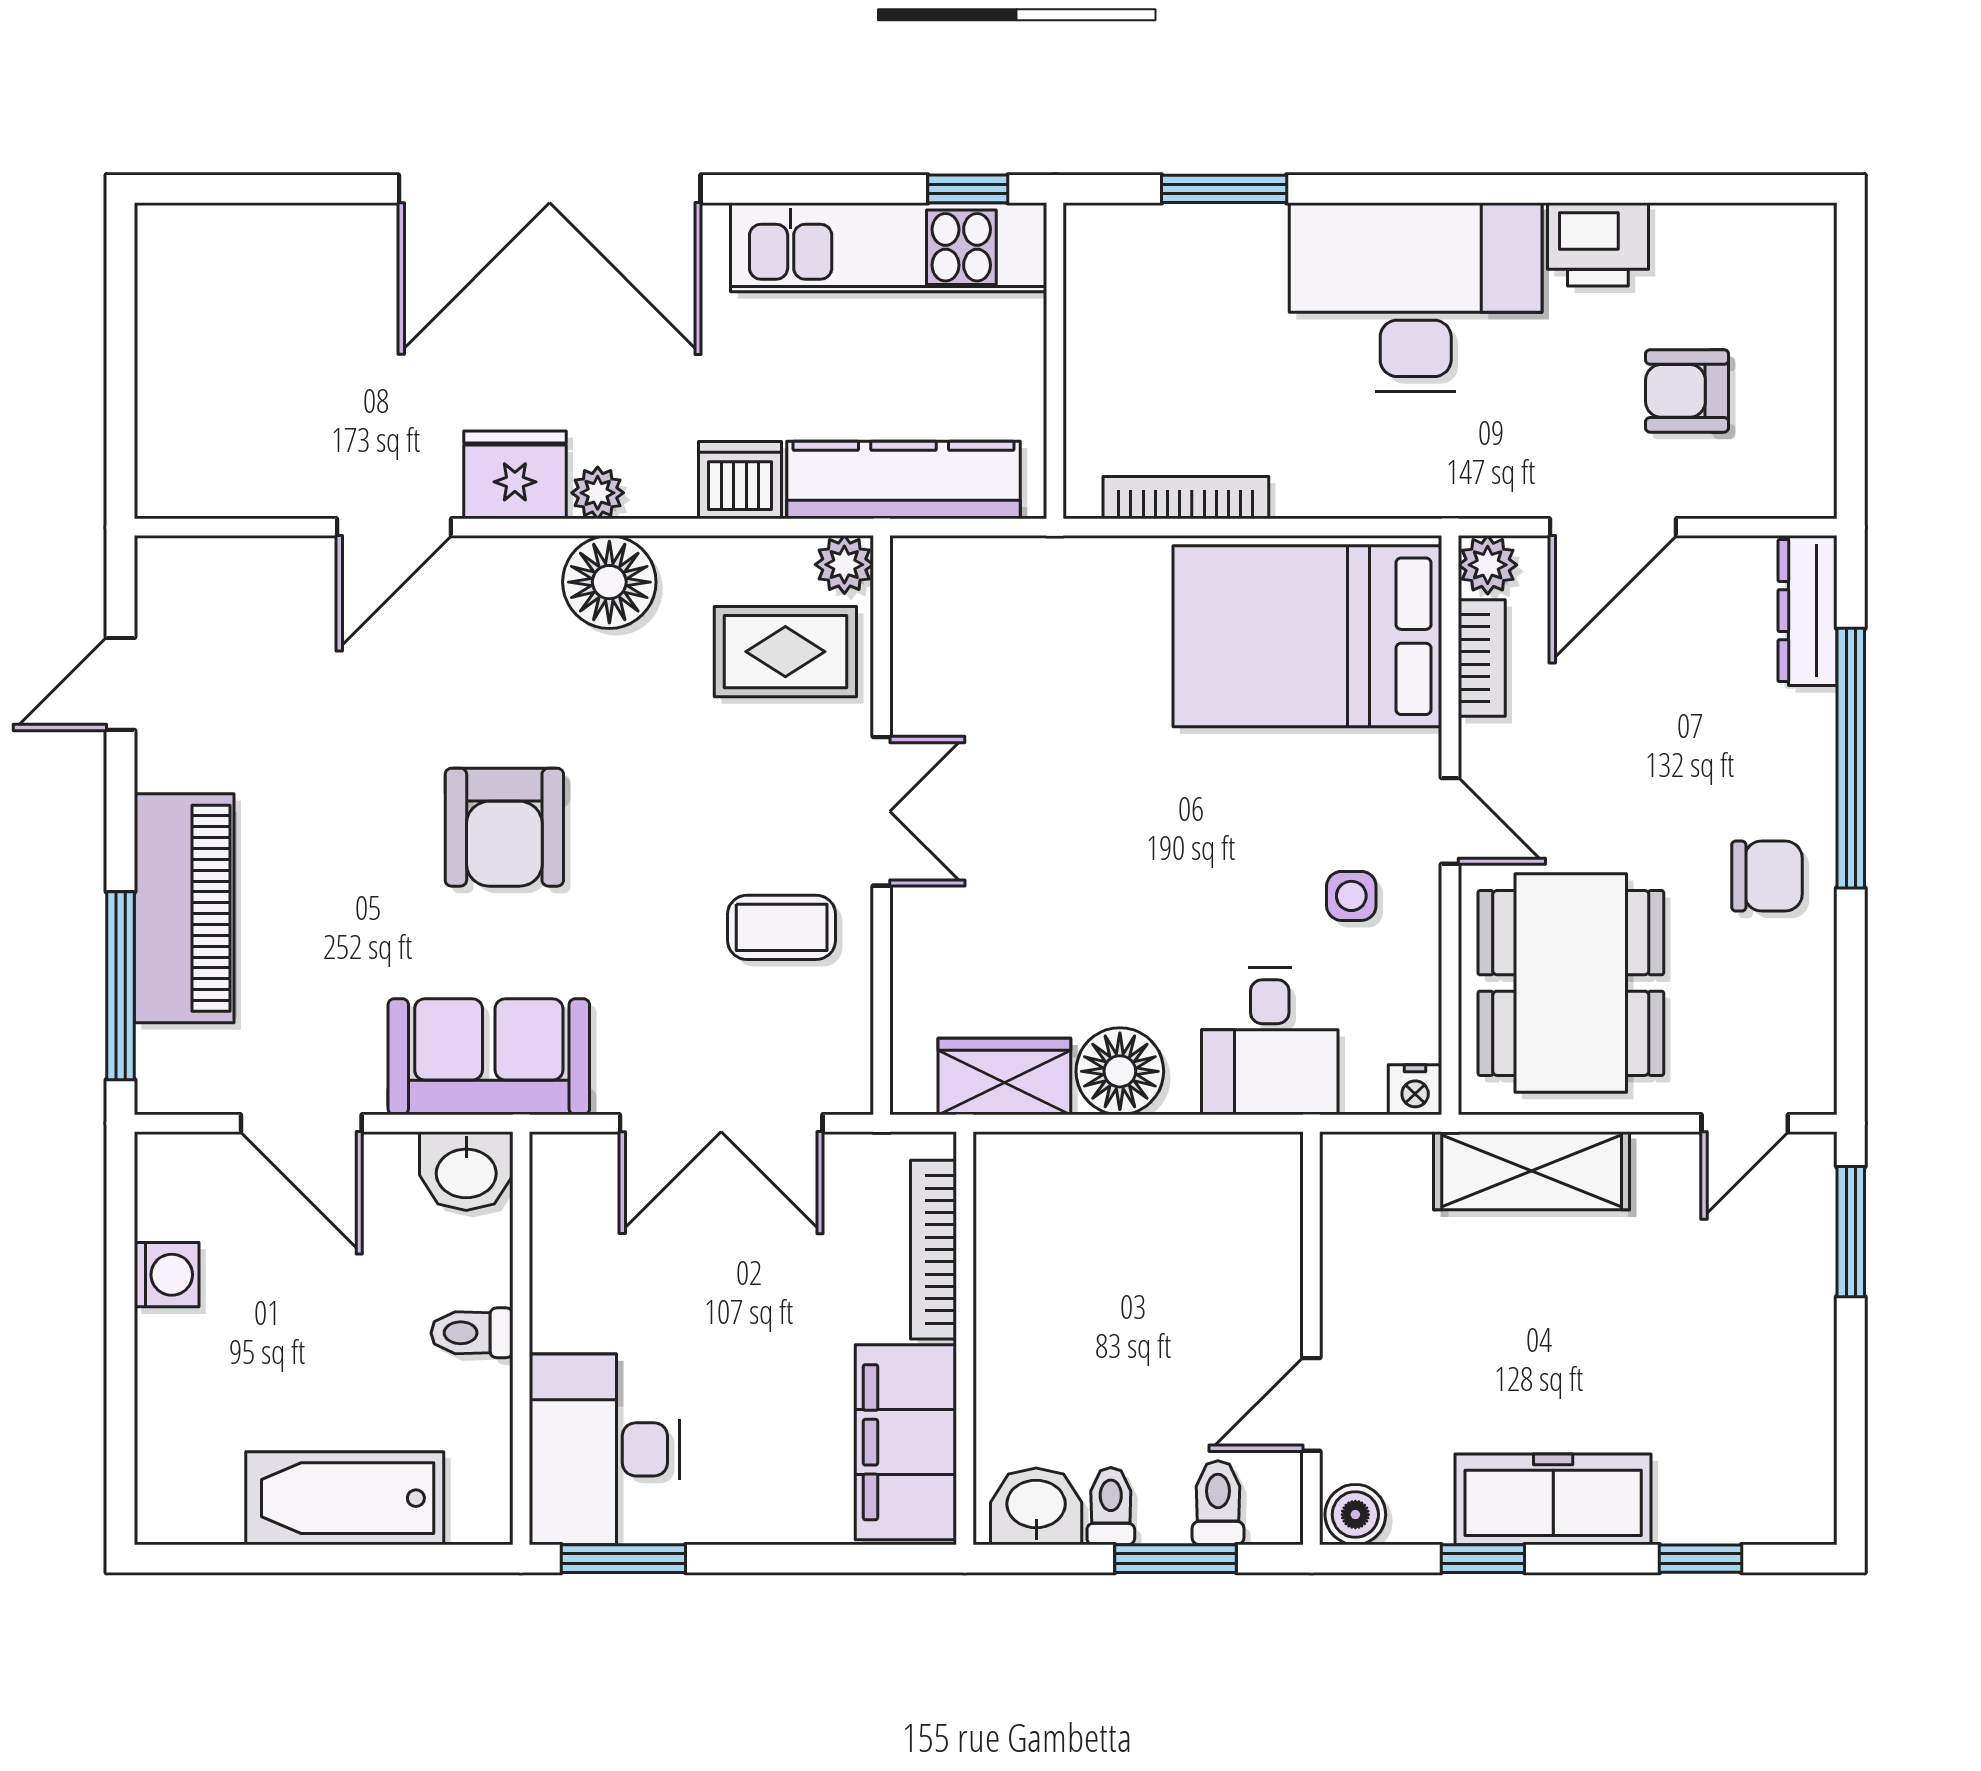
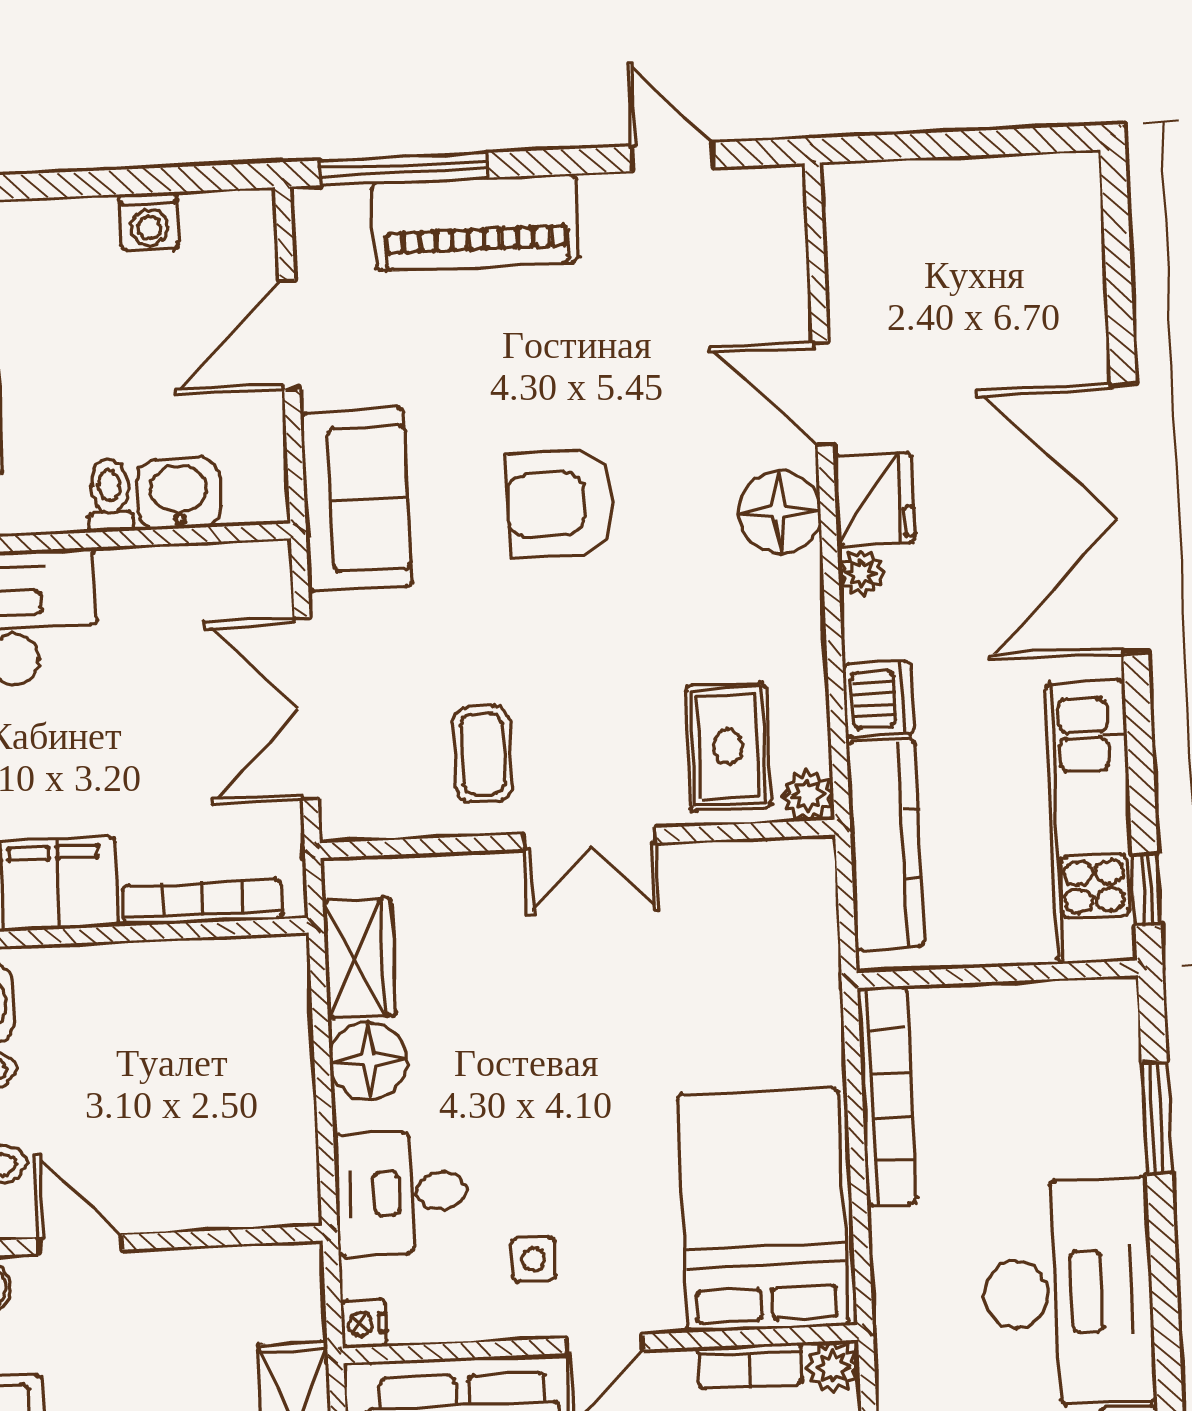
bookcase: (1186, 498) -> (887, 1096), width x1.48, depth x1.31
floor lamp: (609, 582) -> (779, 512), moved
washbasin: (466, 1171) -> (179, 494), moved, turned 90

